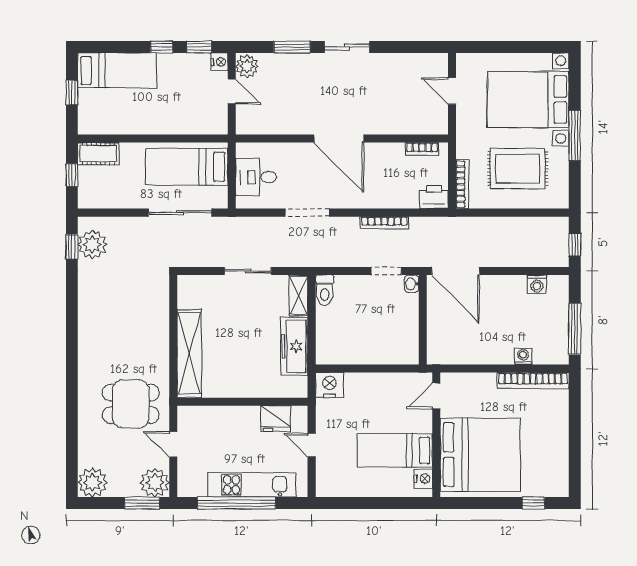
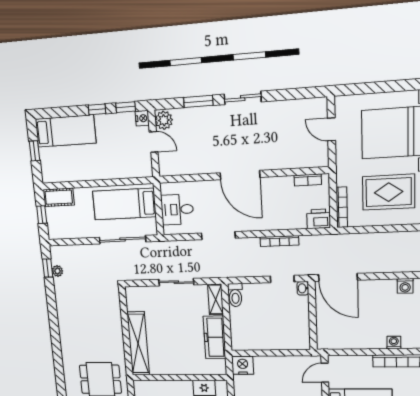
plant: (92, 244) -> (57, 271), width x0.53, depth x0.53

